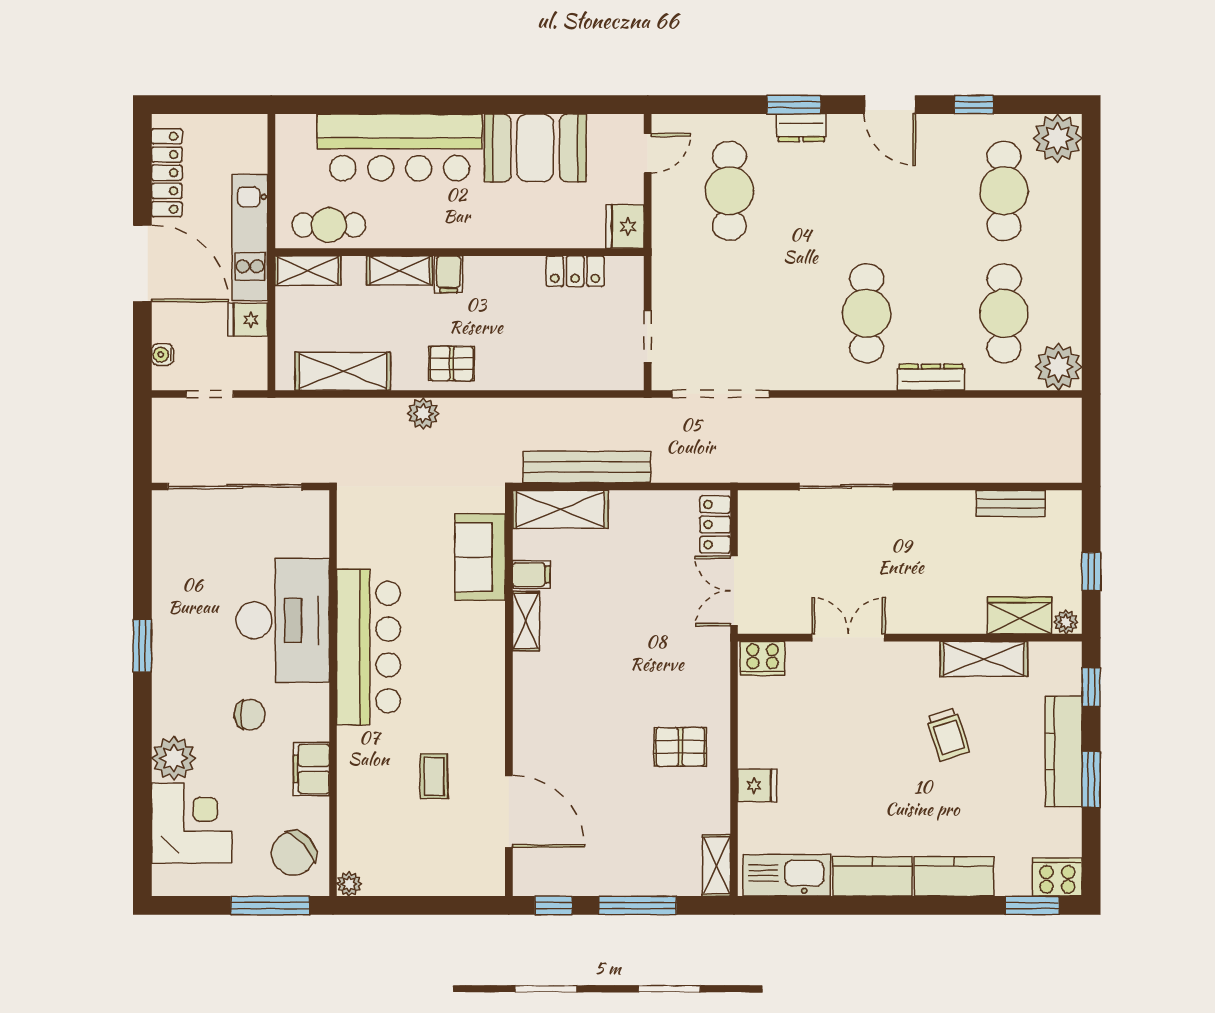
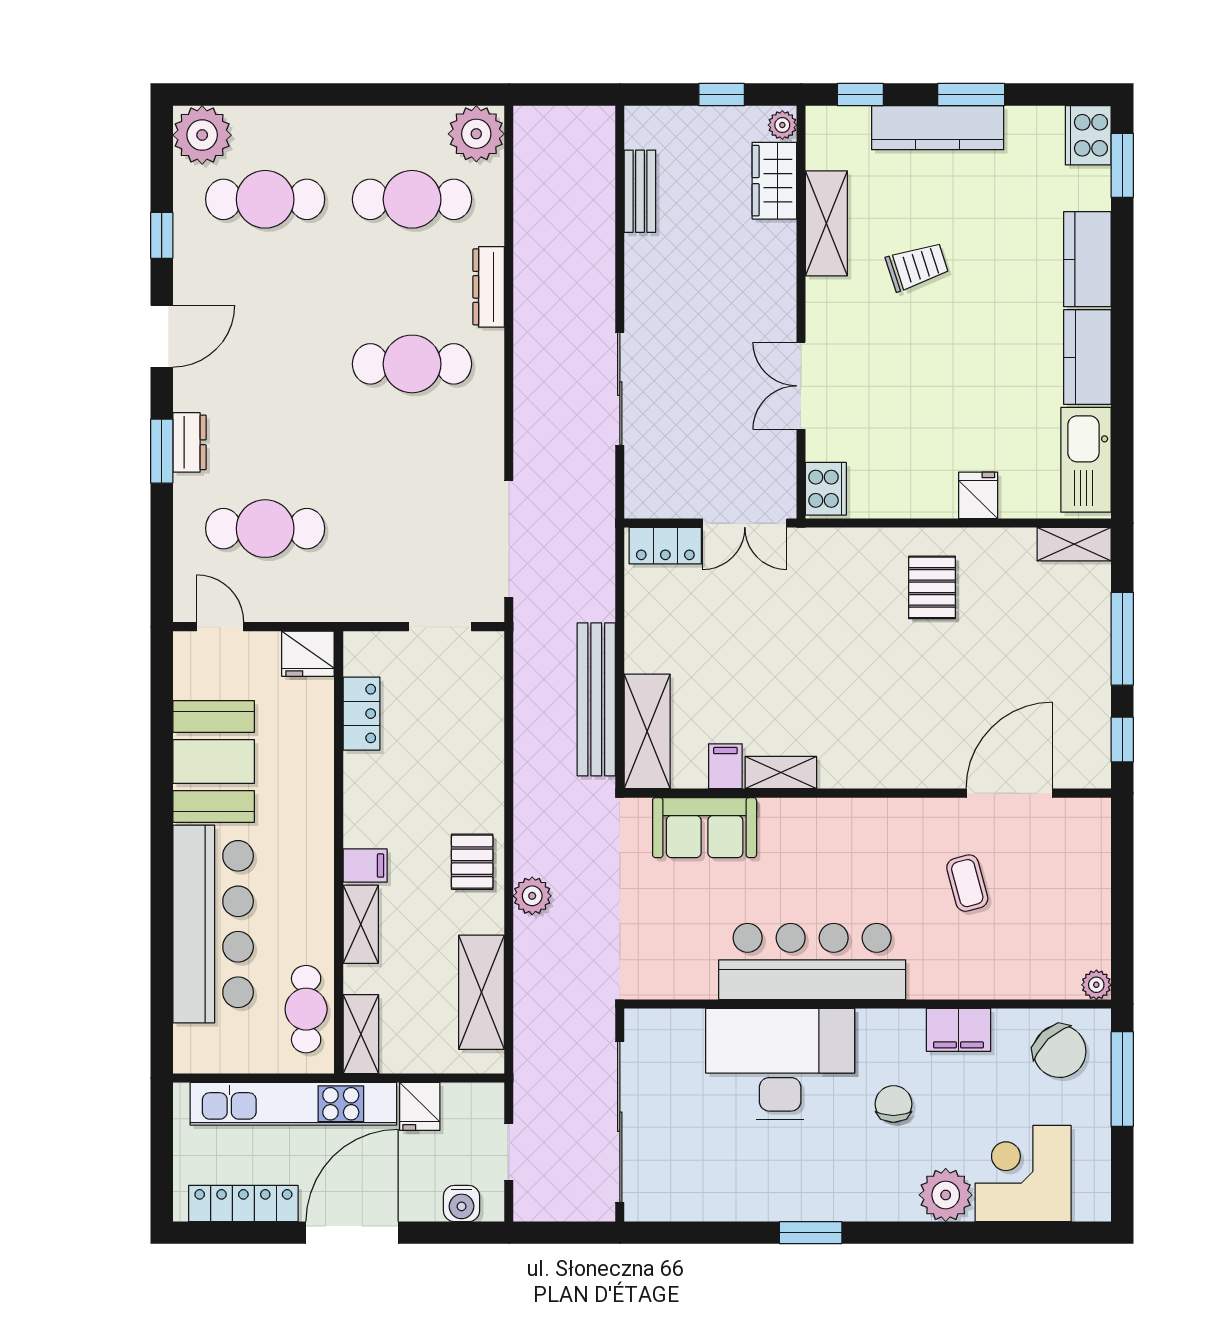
kitchen unit: (250, 237) -> (293, 1104), width x1.36
water cooler: (162, 355) -> (462, 1203), width x1.38, depth x1.38
coffee table: (434, 776) -> (967, 883), turned 75

